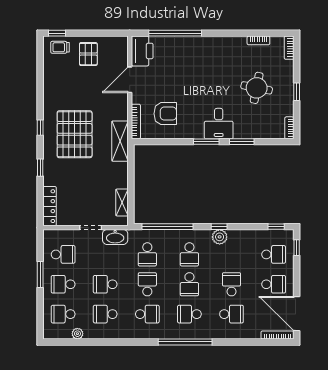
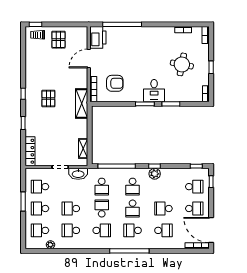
pallet: (75, 134) -> (48, 98), width x0.49, depth x0.50
school desk: (63, 254) -> (40, 187), turned 180
school desk: (232, 284) -> (163, 209), turned -90

